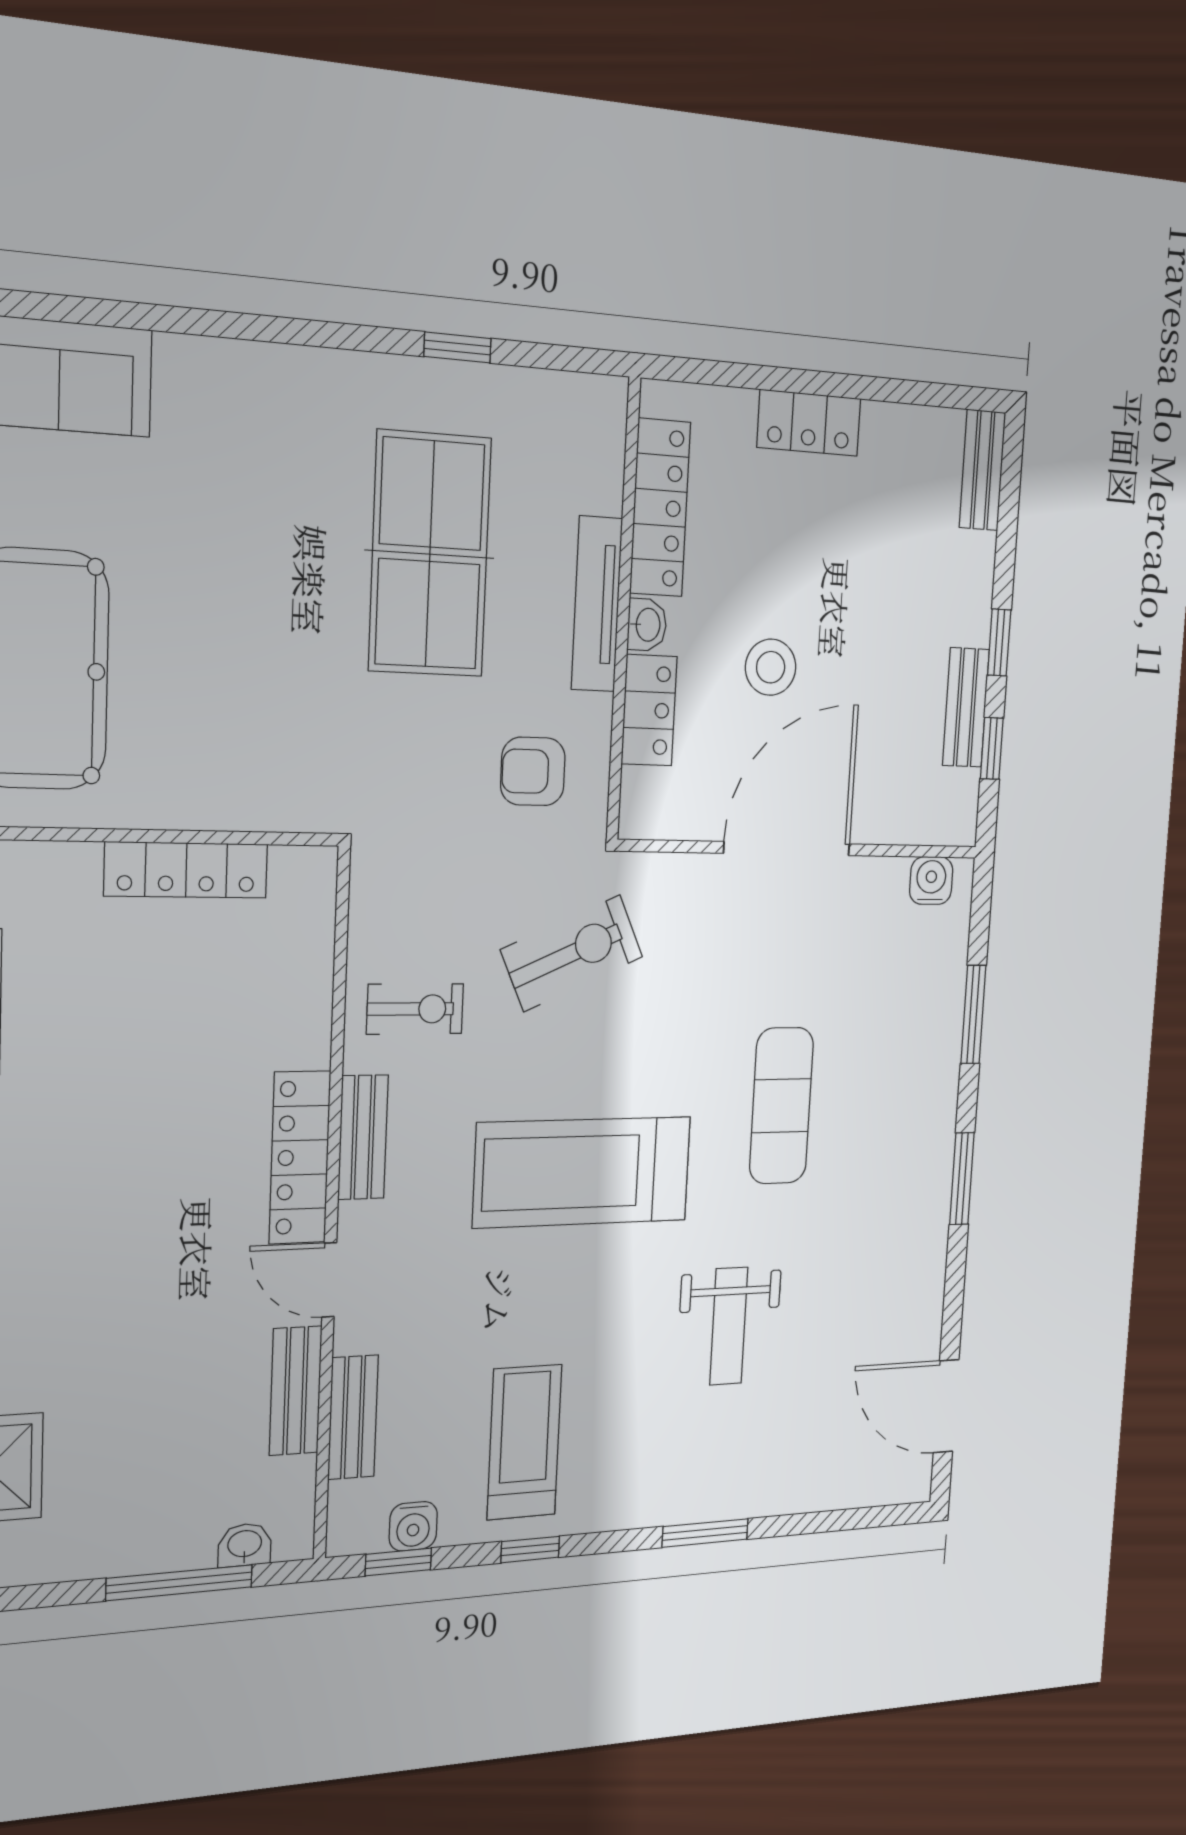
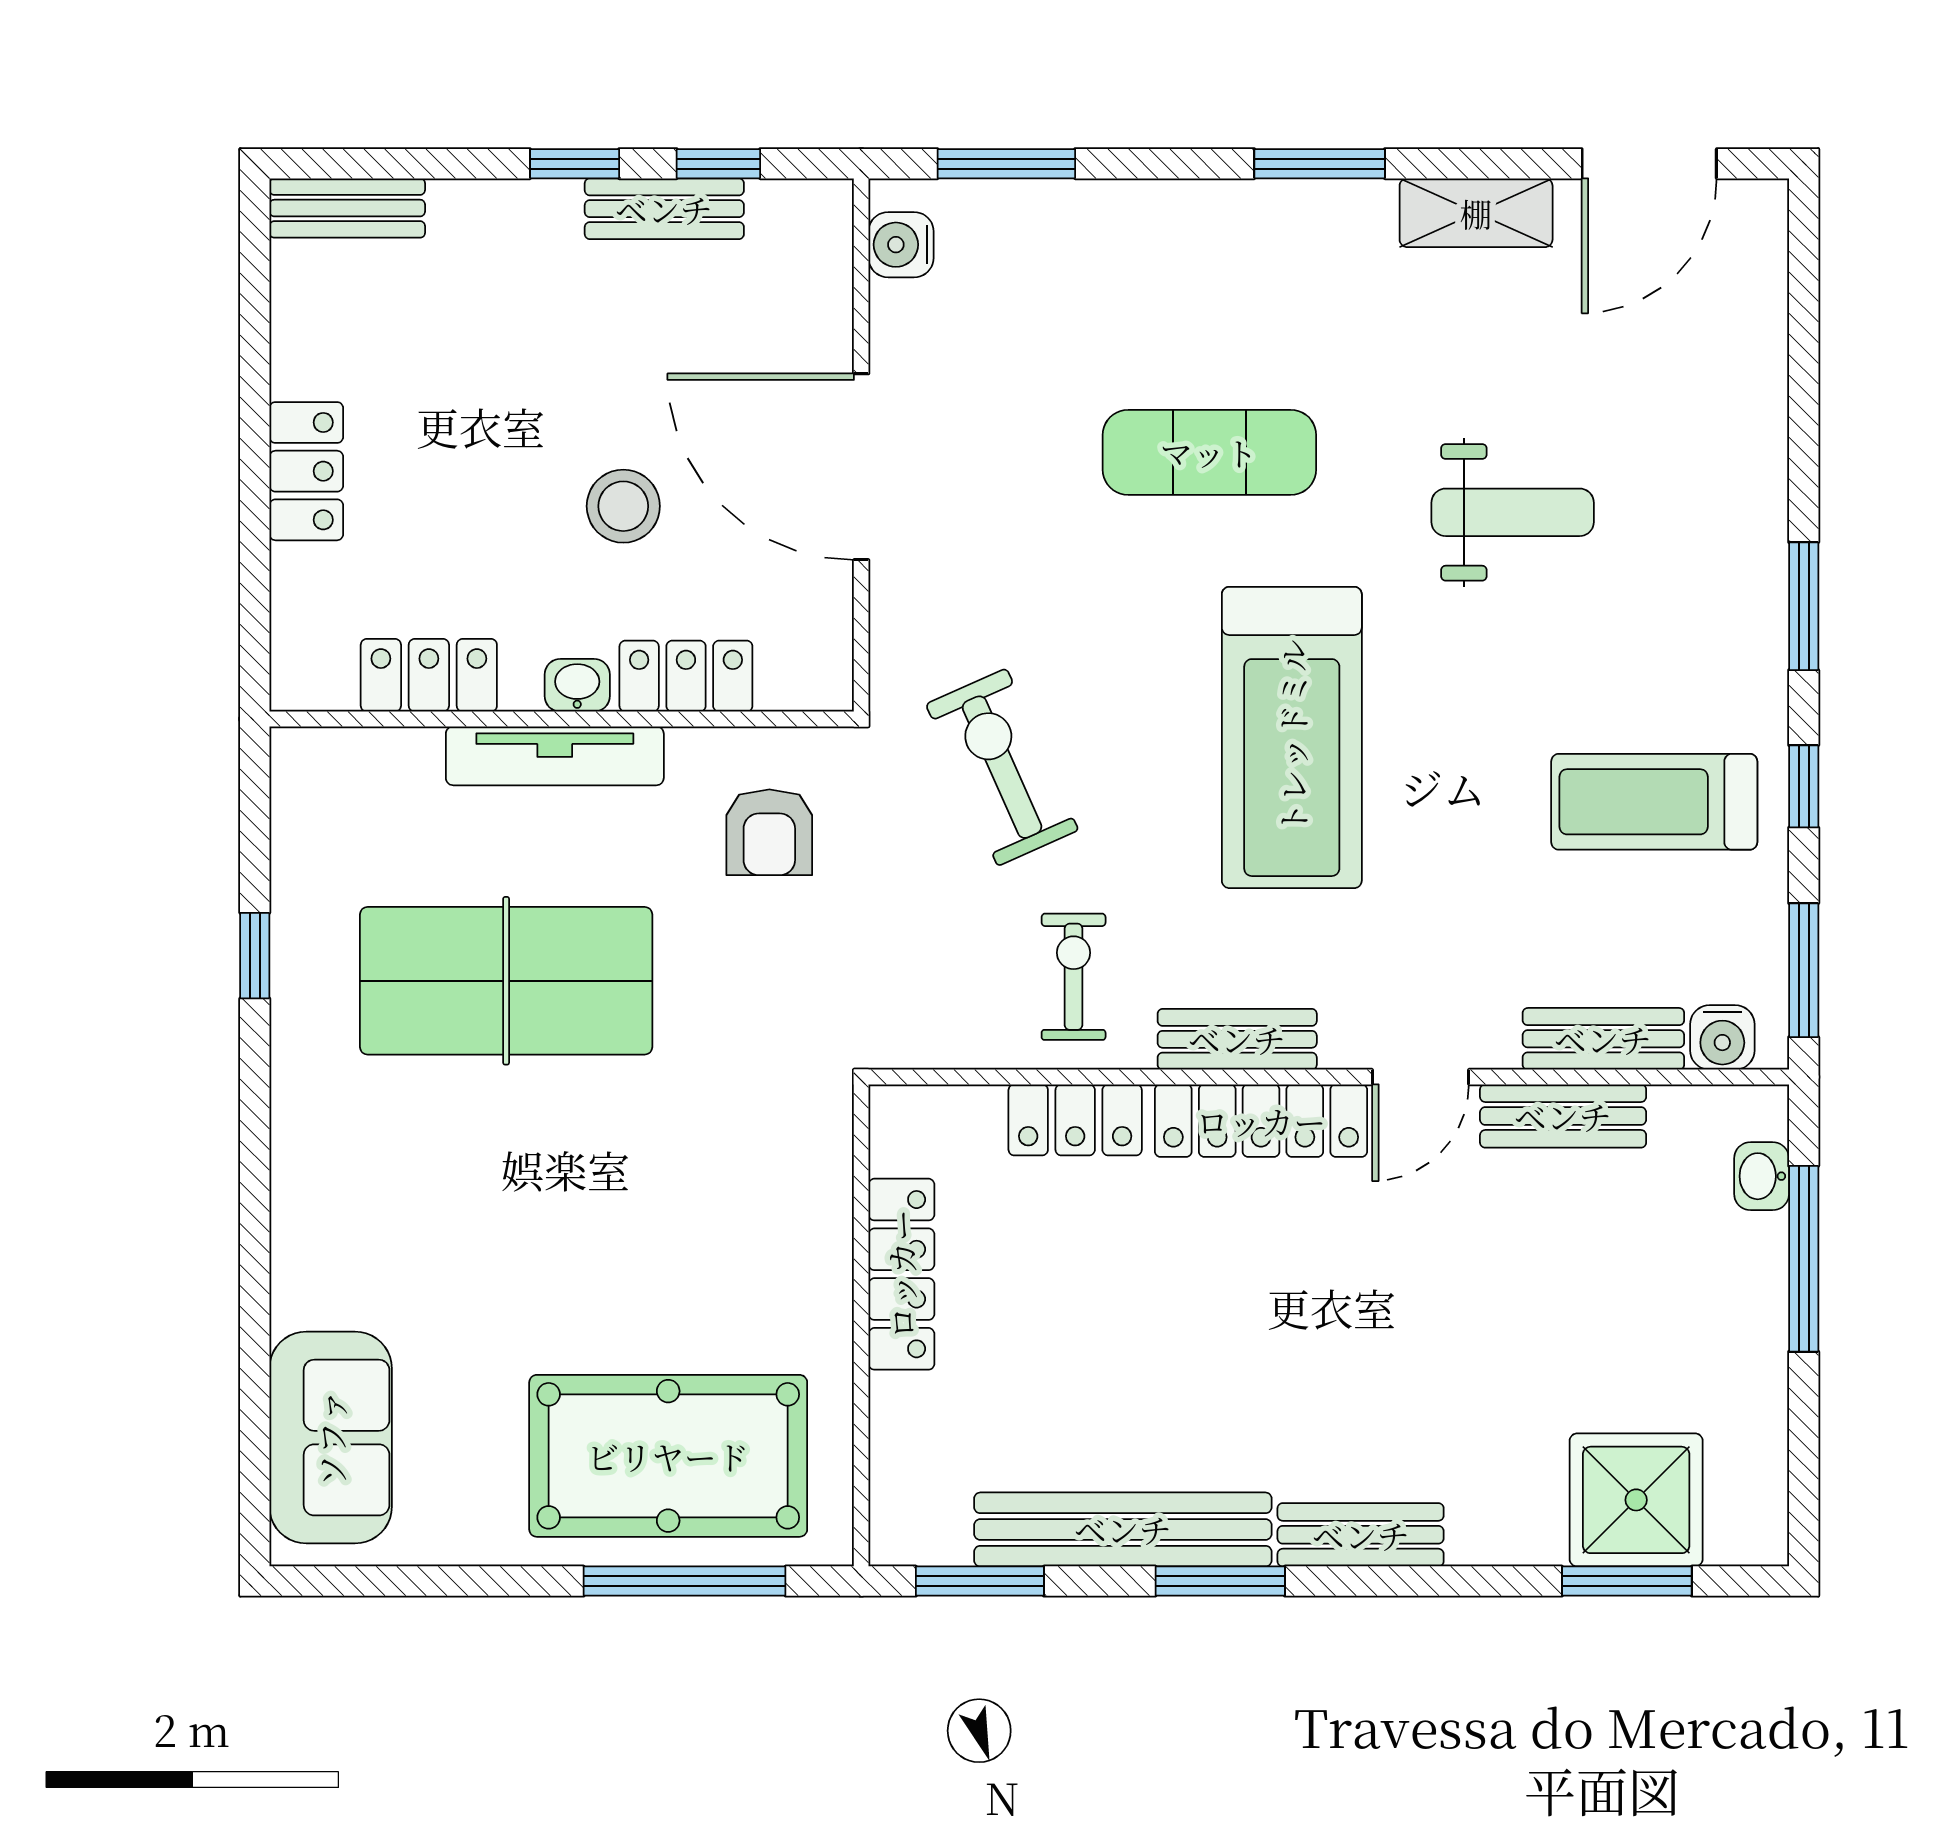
locker: (660, 508) -> (429, 675), width x0.66
locker: (305, 1011) -> (1075, 1120), added
window: (973, 1014) -> (1006, 164), moved
shelving: (924, 1289) -> (1476, 213), added
water cooler: (413, 1526) -> (1722, 1037), moved, turned 90
window: (705, 1533) -> (1804, 606), moved
window: (398, 1562) -> (1804, 970), width x1.50

